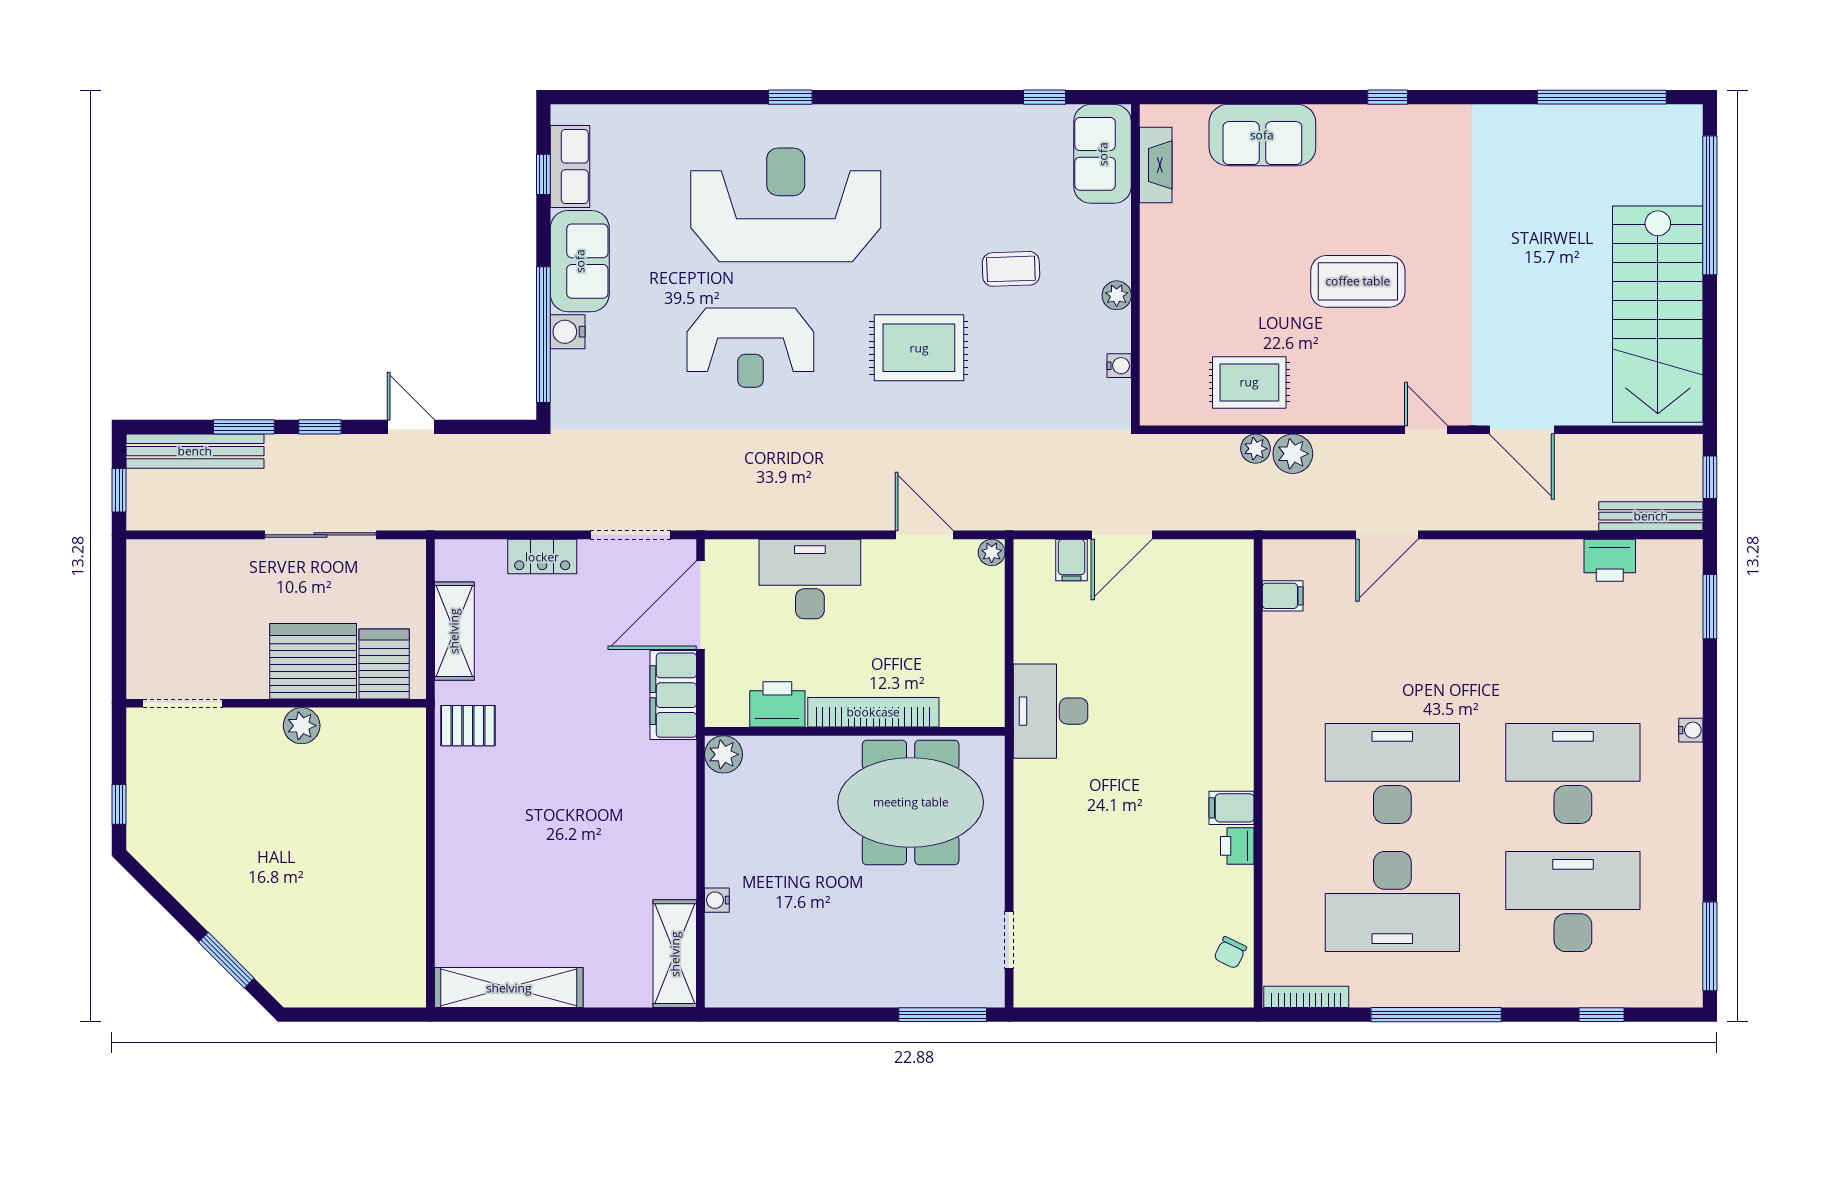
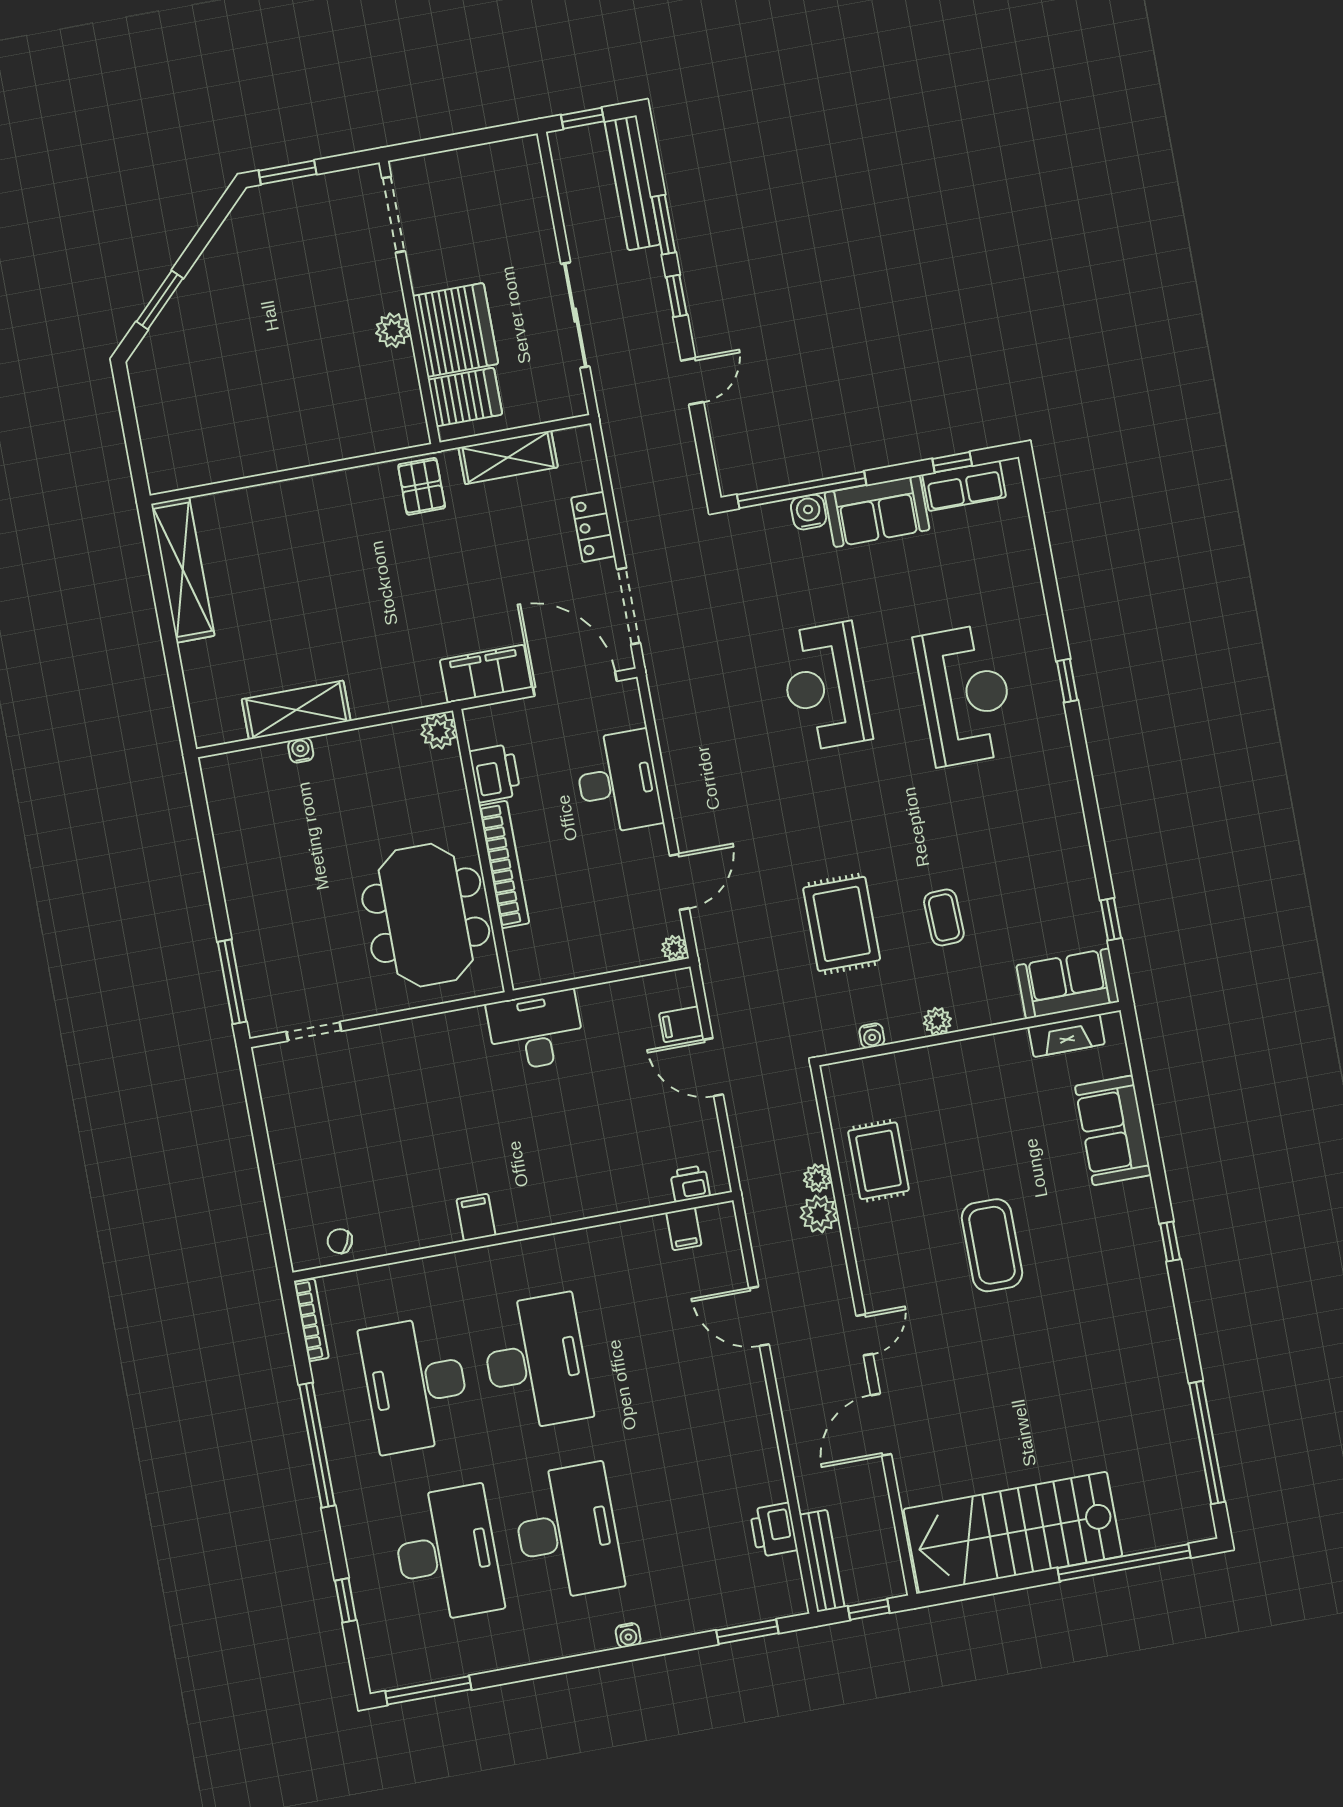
reception desk: (786, 205) -> (965, 695), width x0.74, depth x0.77
rug: (919, 348) -> (842, 924), moved
window: (119, 804) -> (288, 172), width x1.50
printer: (1237, 846) -> (690, 1184), moved
shelving: (675, 954) -> (296, 710), moved

